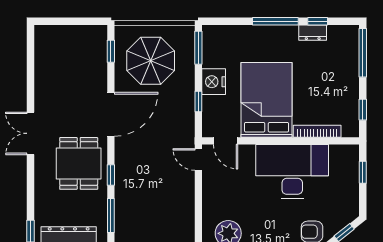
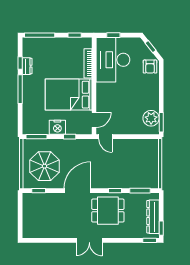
door: (111, 114) -> (78, 191), hinge flipped
door: (198, 159) -> (105, 137), hinge flipped
desk: (292, 172) -> (113, 60), moved

